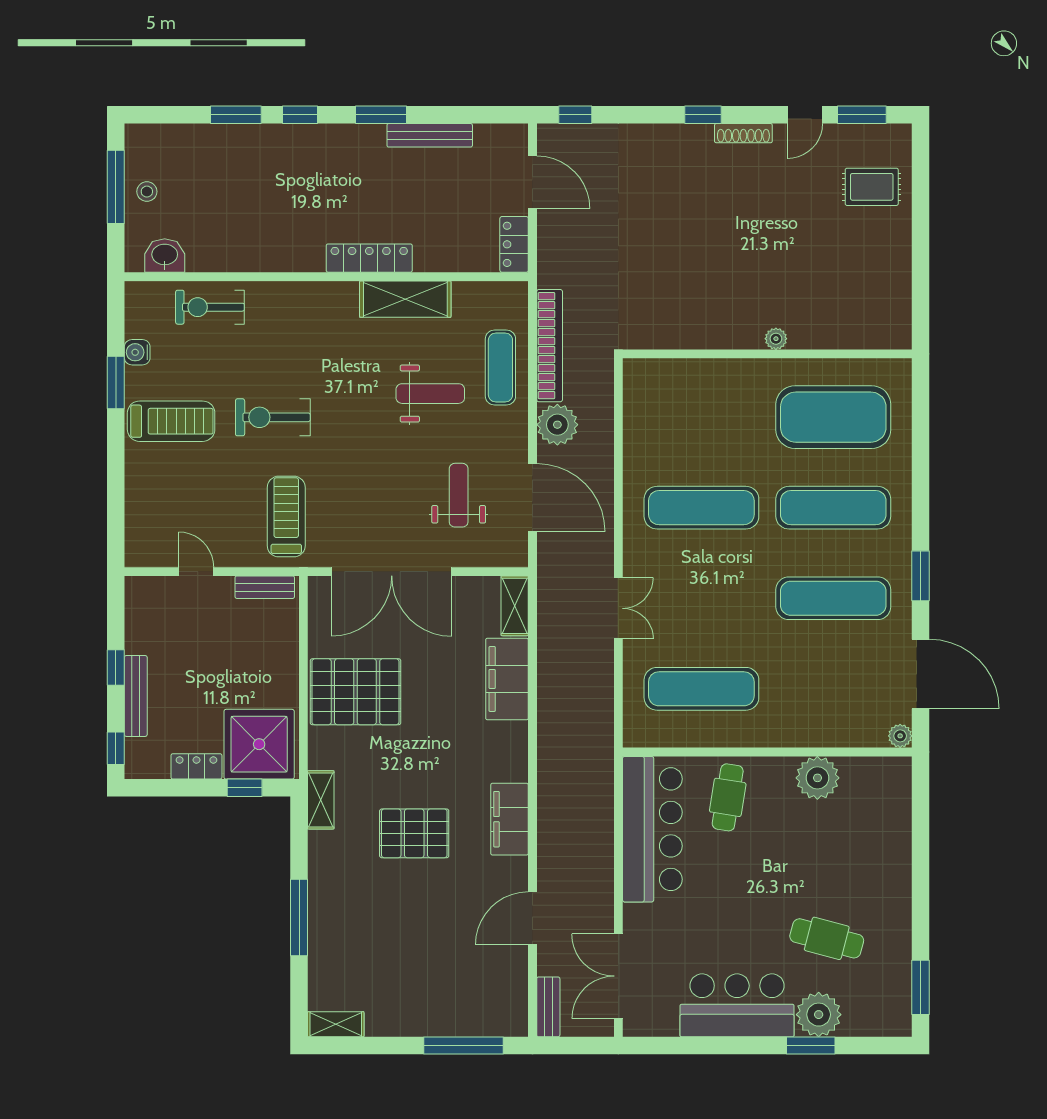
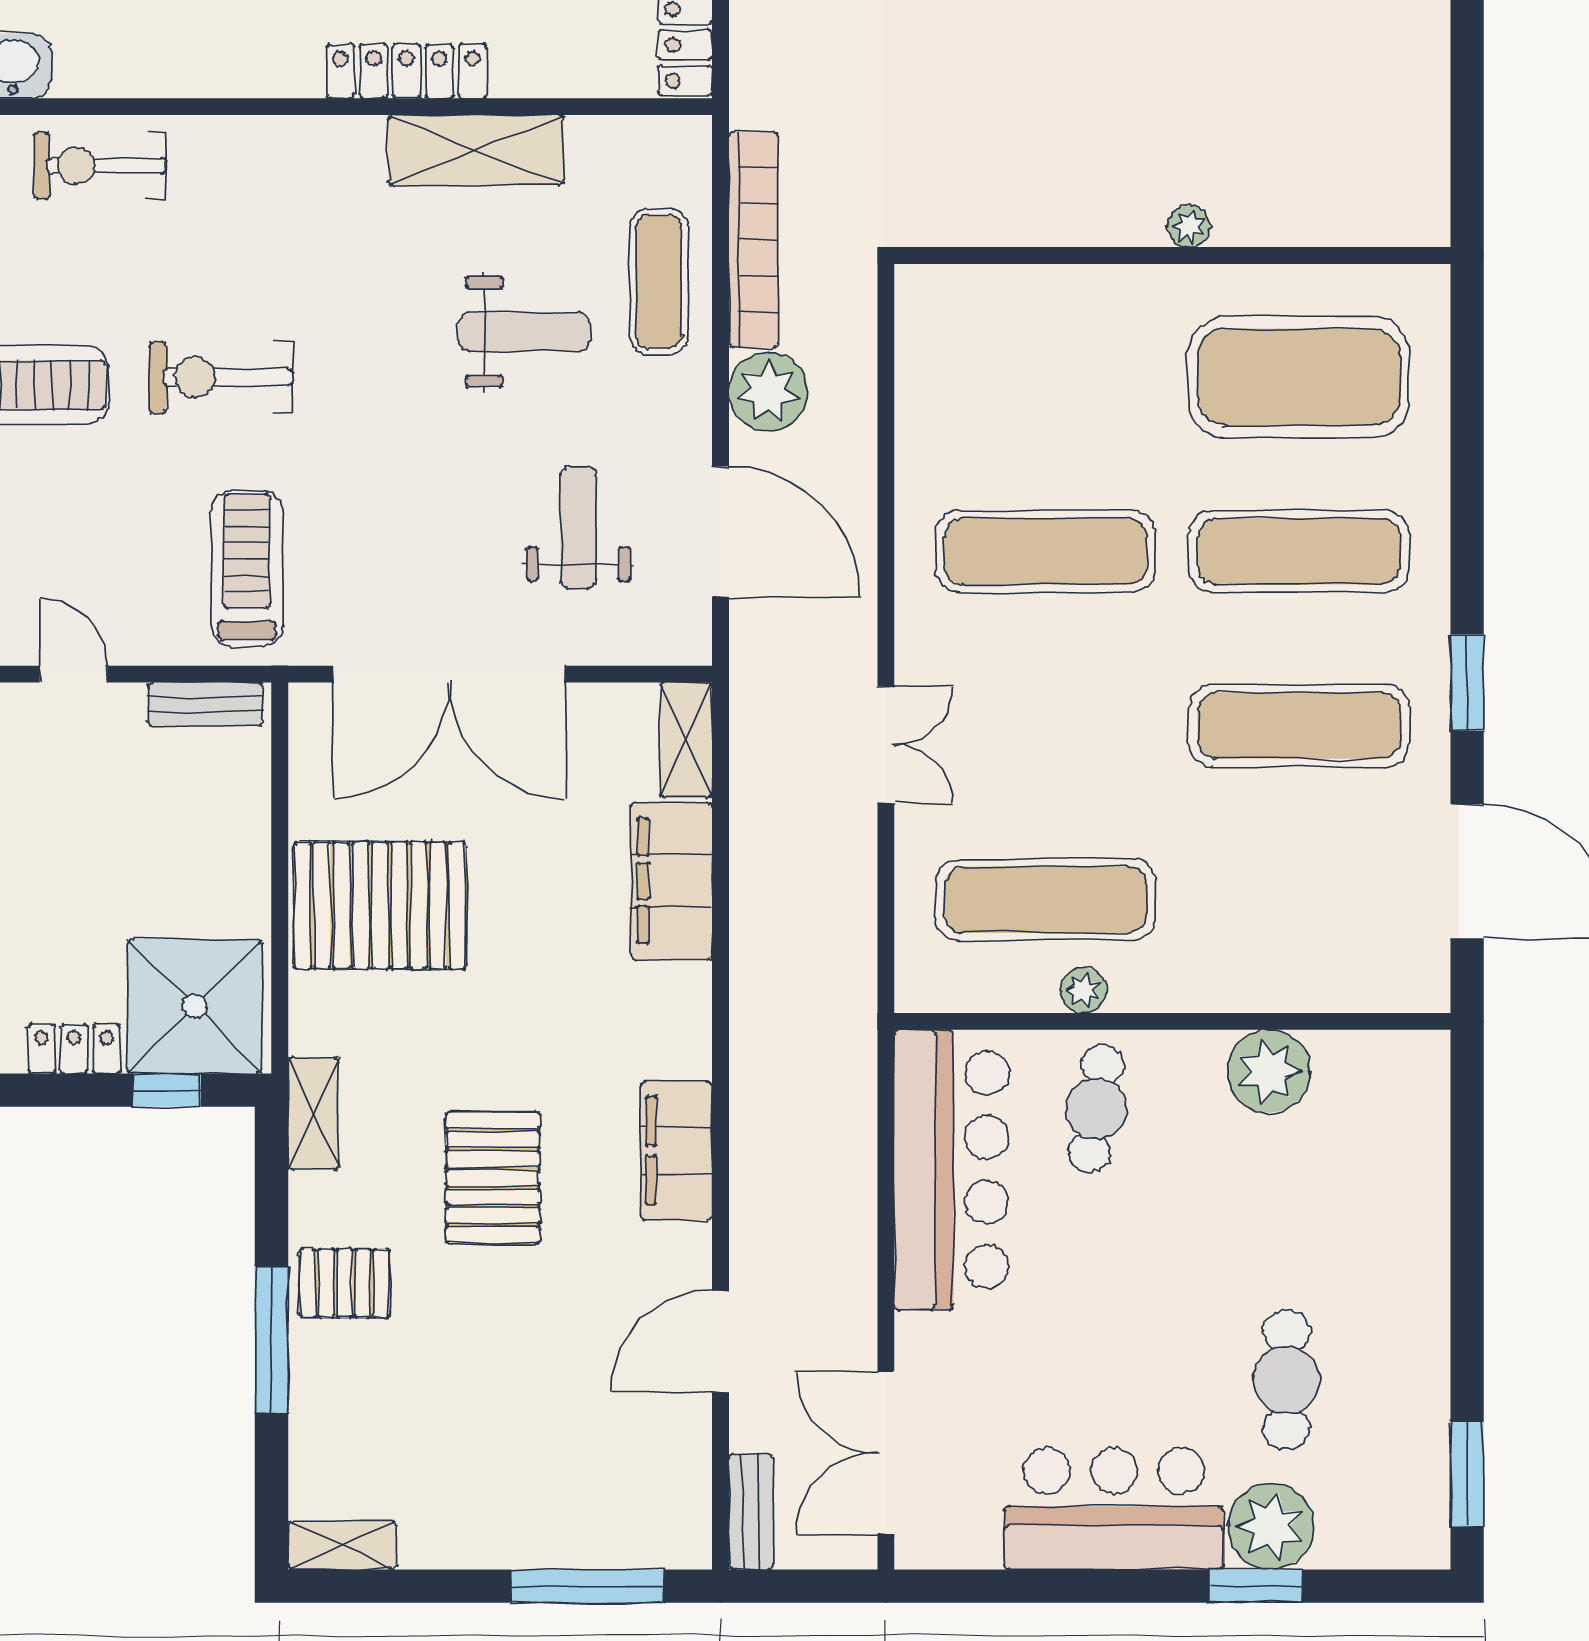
plant: (900, 736) -> (1083, 990), moved
pallet: (414, 833) -> (493, 1178), turned 90
pallet: (337, 888) -> (344, 1283), added
cafe table: (827, 938) -> (1287, 1380), turned 75

